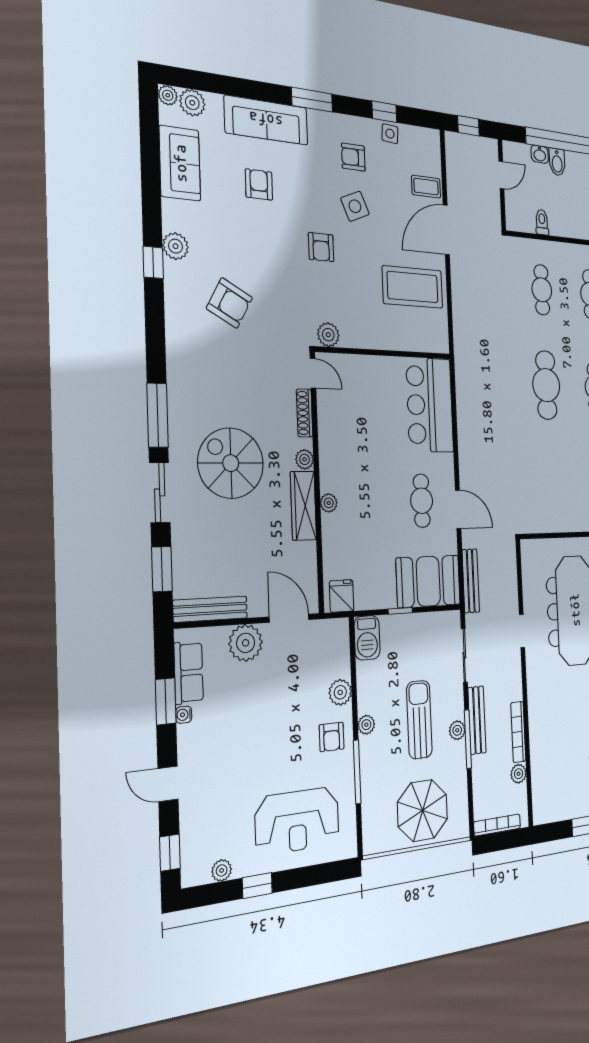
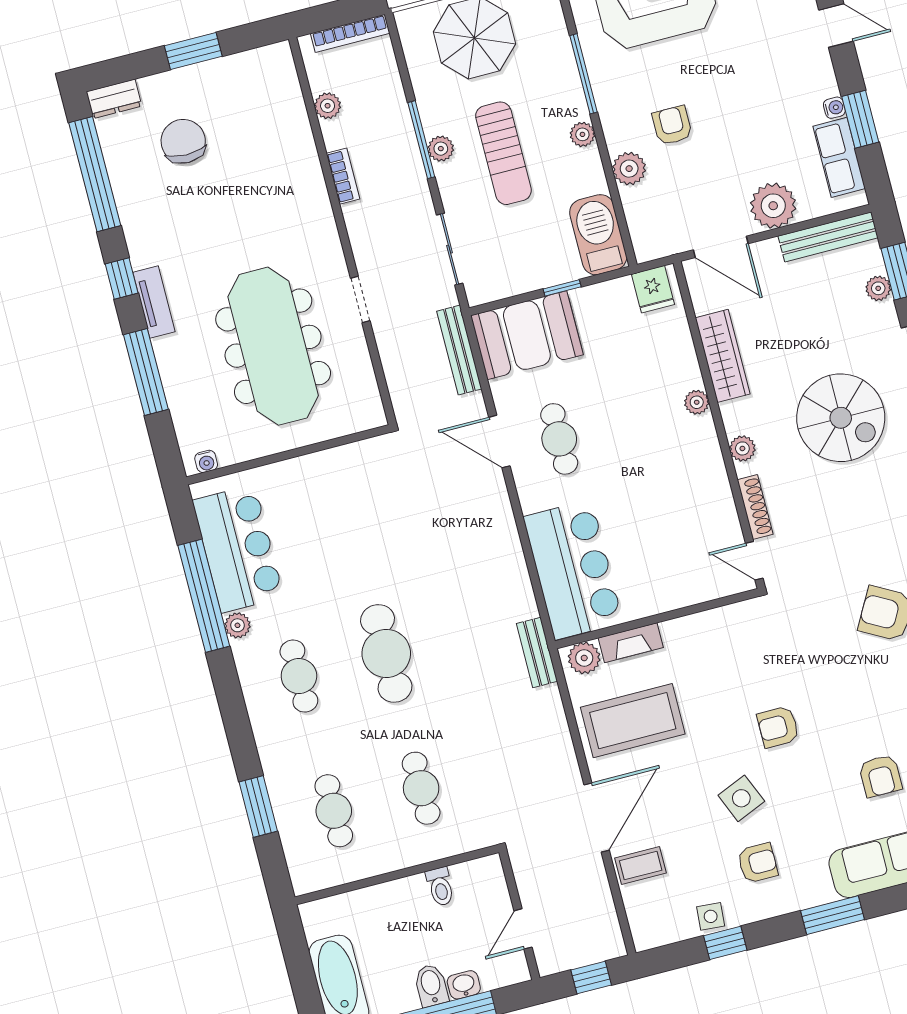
armchair: (321, 247) -> (778, 727), turned -90
plant: (328, 335) -> (584, 658), moved
fireplace: (404, 342) -> (631, 643), added
wardrobe: (303, 506) -> (723, 356), moved
plant: (181, 559) -> (878, 288), added
barbecue: (367, 638) -> (598, 235), width x1.37, depth x1.21
bench: (477, 720) -> (537, 652), moved, width x0.73
bookcase: (518, 732) -> (343, 176), width x0.64
armchair: (332, 737) -> (672, 125), moved

